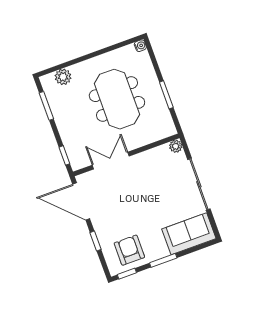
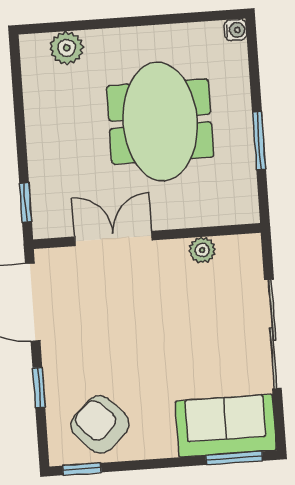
window: (46, 106) -> (18, 95), removed
plant: (176, 146) -> (202, 250), moved
armchair: (129, 250) -> (100, 424), turned -44
window: (163, 260) -> (234, 458), moved

